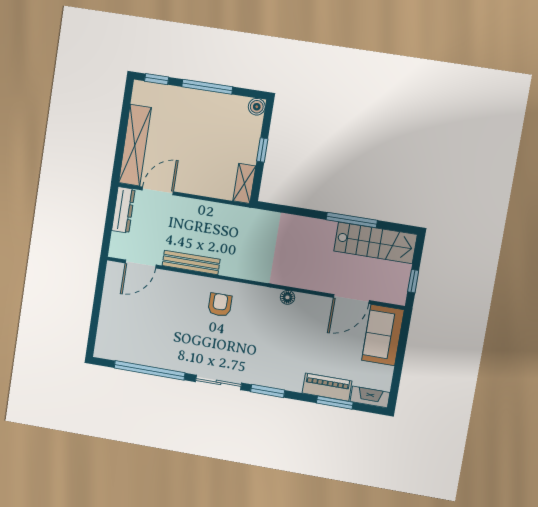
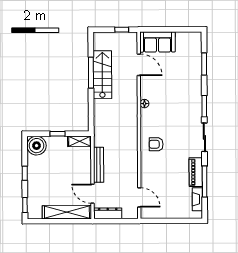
window: (207, 87) -> (25, 173), width x0.46
boiler: (257, 107) -> (37, 146), width x1.86, depth x1.86
stairs: (375, 243) -> (102, 75), moved
bench: (191, 262) -> (99, 165), moved
window: (149, 370) -> (205, 181), width x0.68
piano: (327, 387) -> (196, 172), moved
fireplace: (370, 397) -> (197, 199), moved

